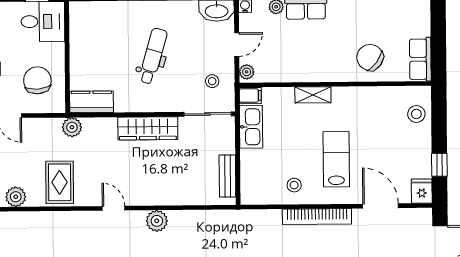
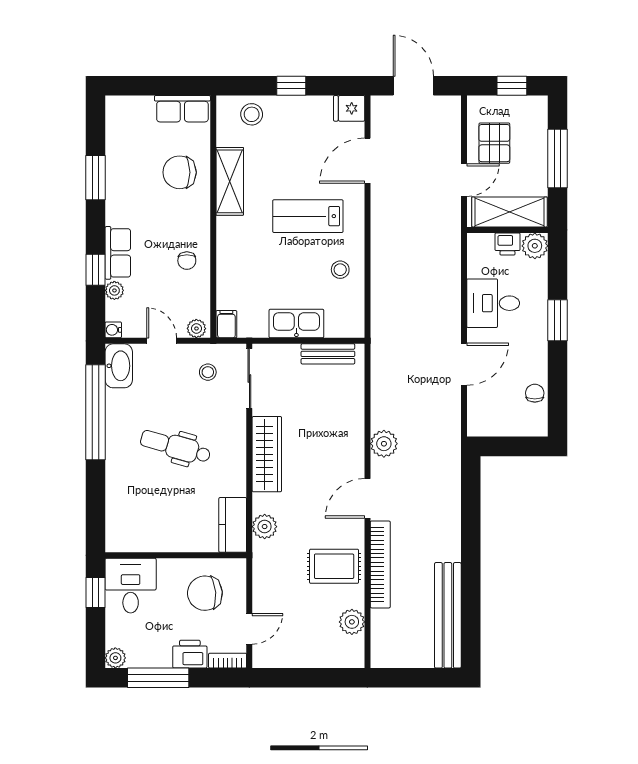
chair: (370, 57) -> (180, 172), turned 53
chair: (300, 64) -> (187, 261), added
shelving: (313, 95) -> (230, 181), moved, width x1.50, depth x1.33
plant: (72, 127) -> (265, 527), moved
kitchen sink: (251, 127) -> (296, 324), moved
window: (439, 165) -> (291, 86), moved
door: (114, 208) -> (367, 498), width x1.38
bookcase: (317, 217) -> (380, 564), moved

